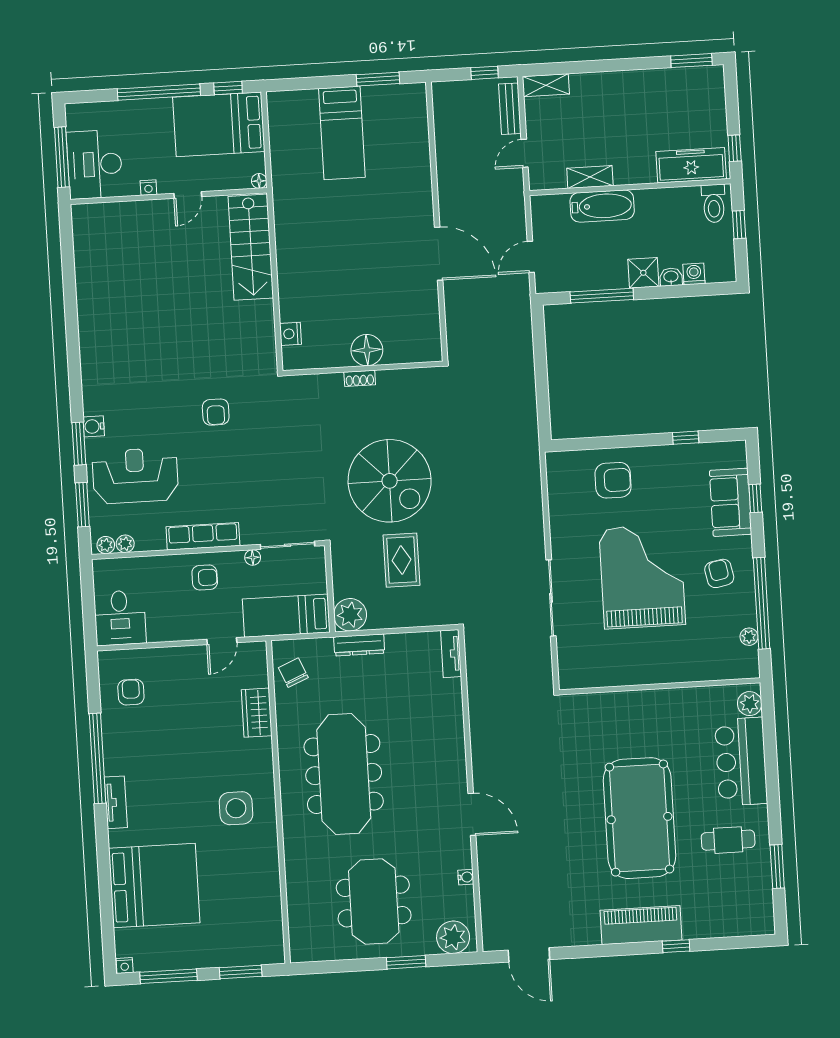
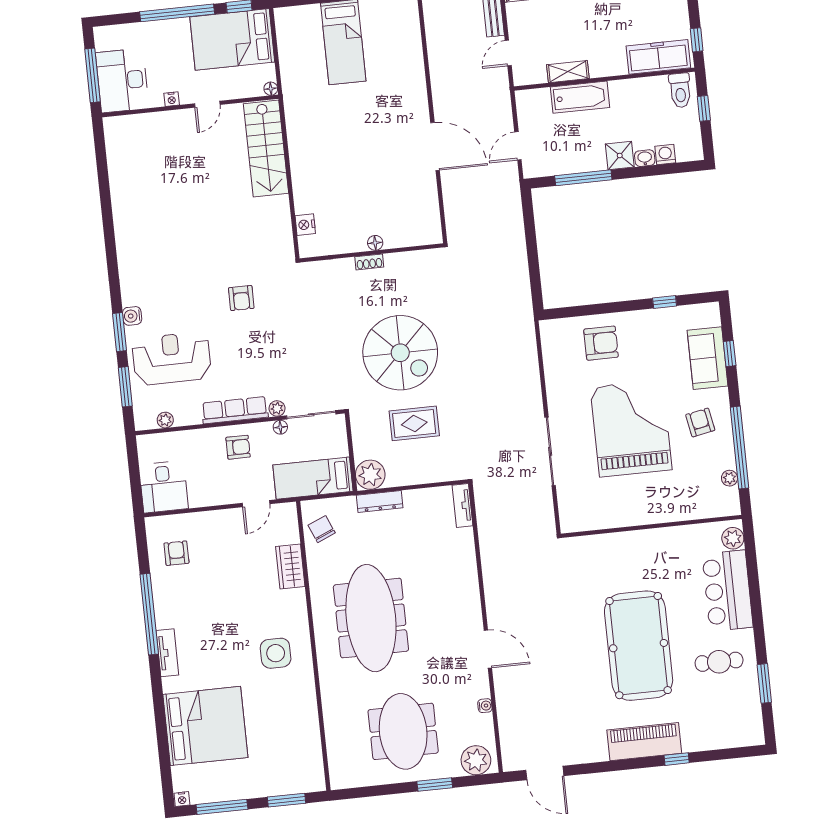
floor lamp: (367, 350) -> (375, 243), width x0.53, depth x0.53
plant: (106, 545) -> (277, 408), moved
rug: (402, 560) -> (414, 423), turned 90

